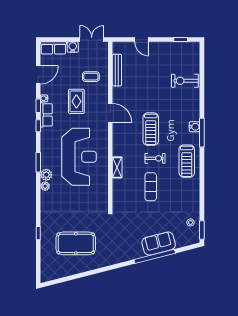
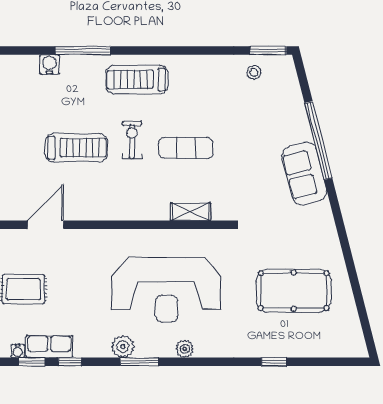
water cooler: (195, 127) -> (49, 64), moved
reception desk: (79, 157) -> (166, 290), moved, turned 180
treadmill: (187, 161) -> (137, 79), turned 180
shelving: (117, 167) -> (191, 212), moved
plant: (46, 175) -> (123, 346), moved
pool table: (76, 243) -> (294, 291), turned 90
sofa: (159, 244) -> (304, 174), moved

